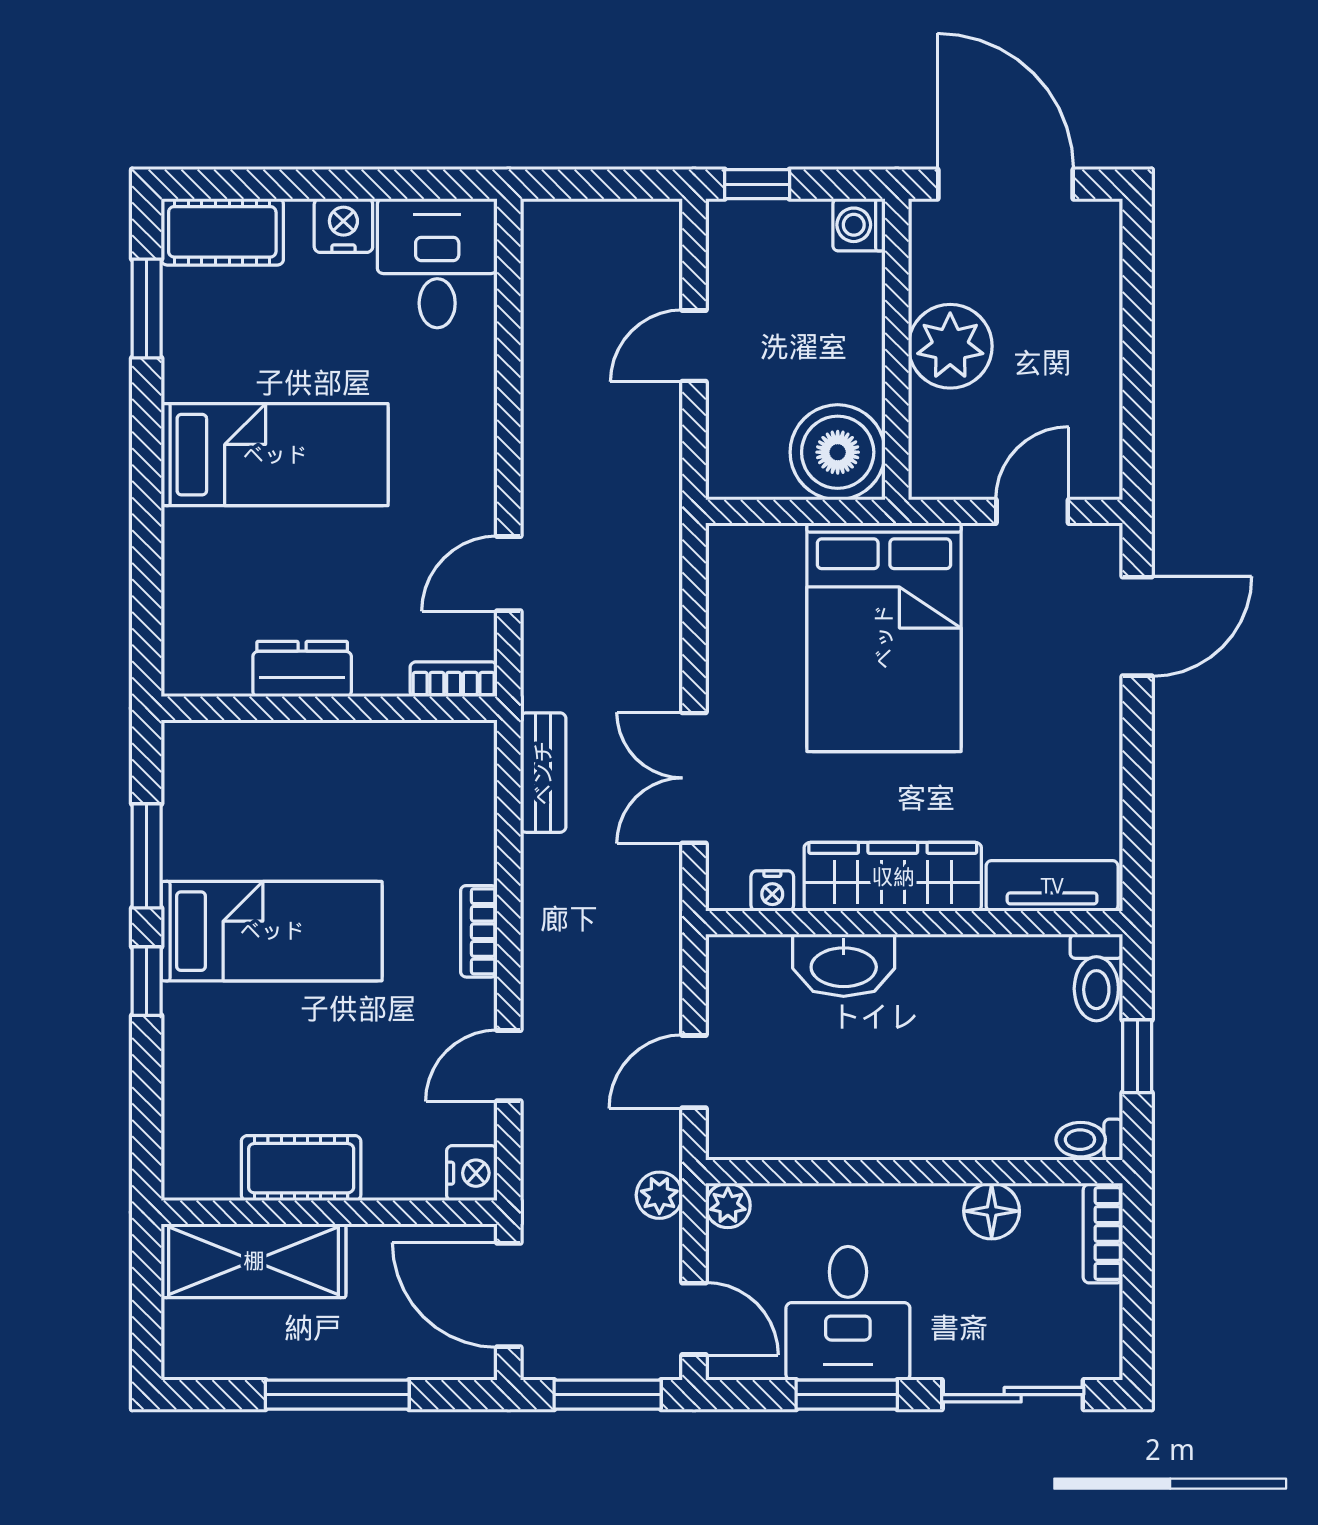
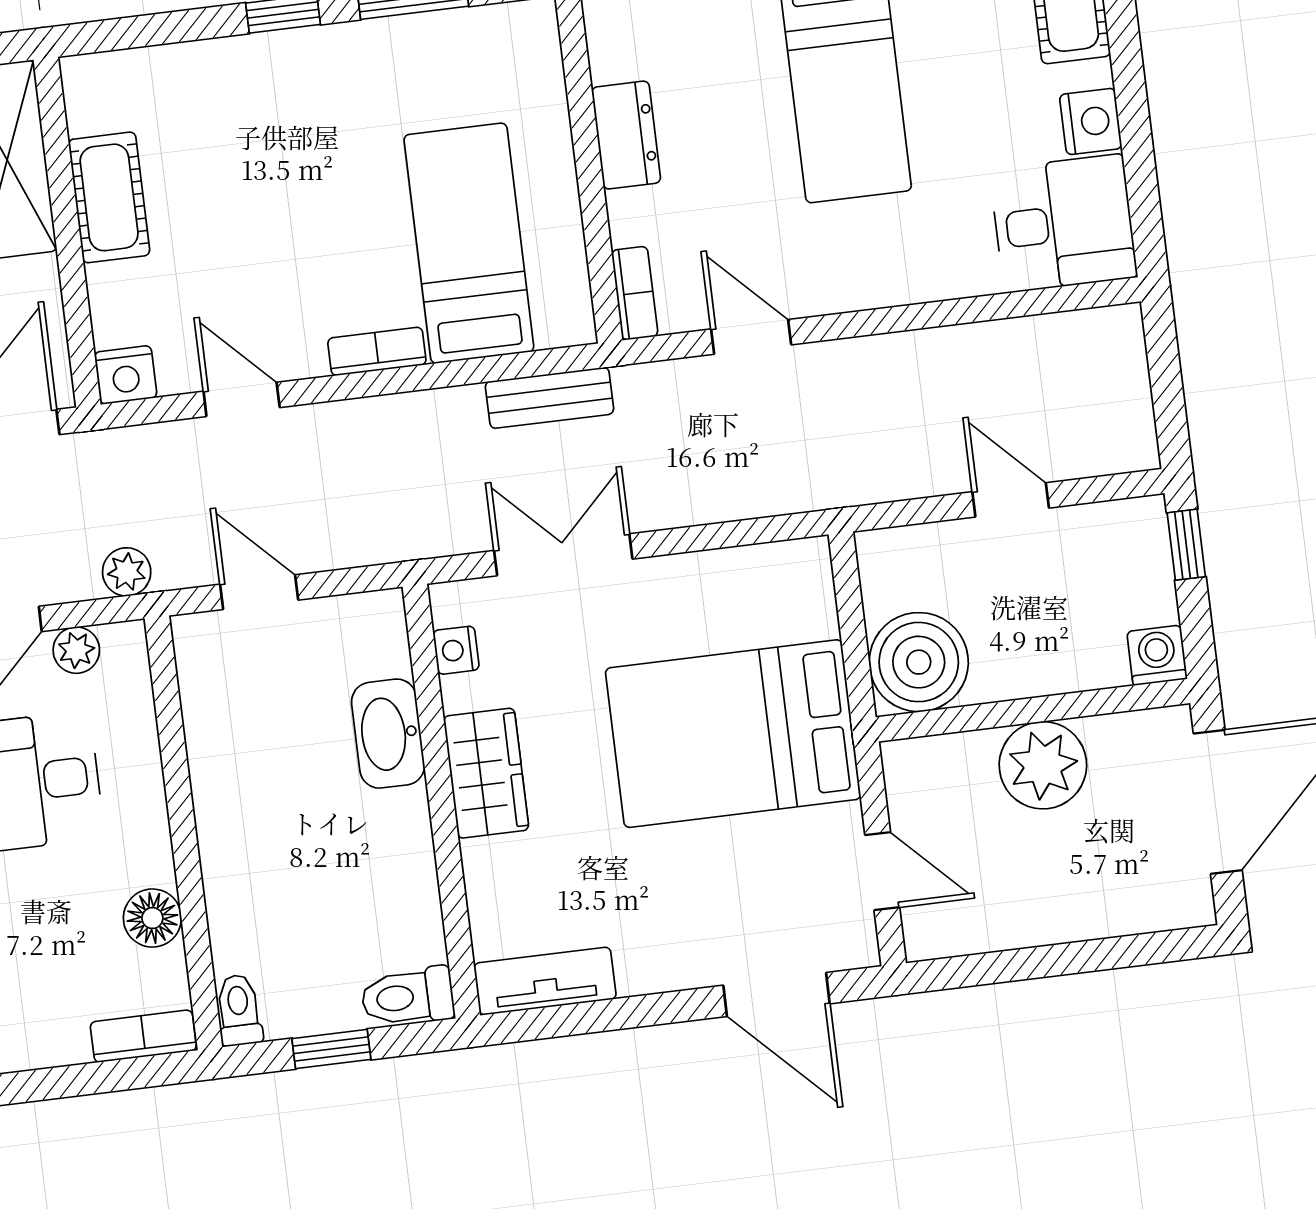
wardrobe: (893, 877) -> (486, 773), width x0.67
tv unit: (1052, 886) -> (545, 981), moved, turned -90
bed: (272, 931) -> (469, 243), moved, turned 180
plant: (728, 1205) -> (76, 650), moved

